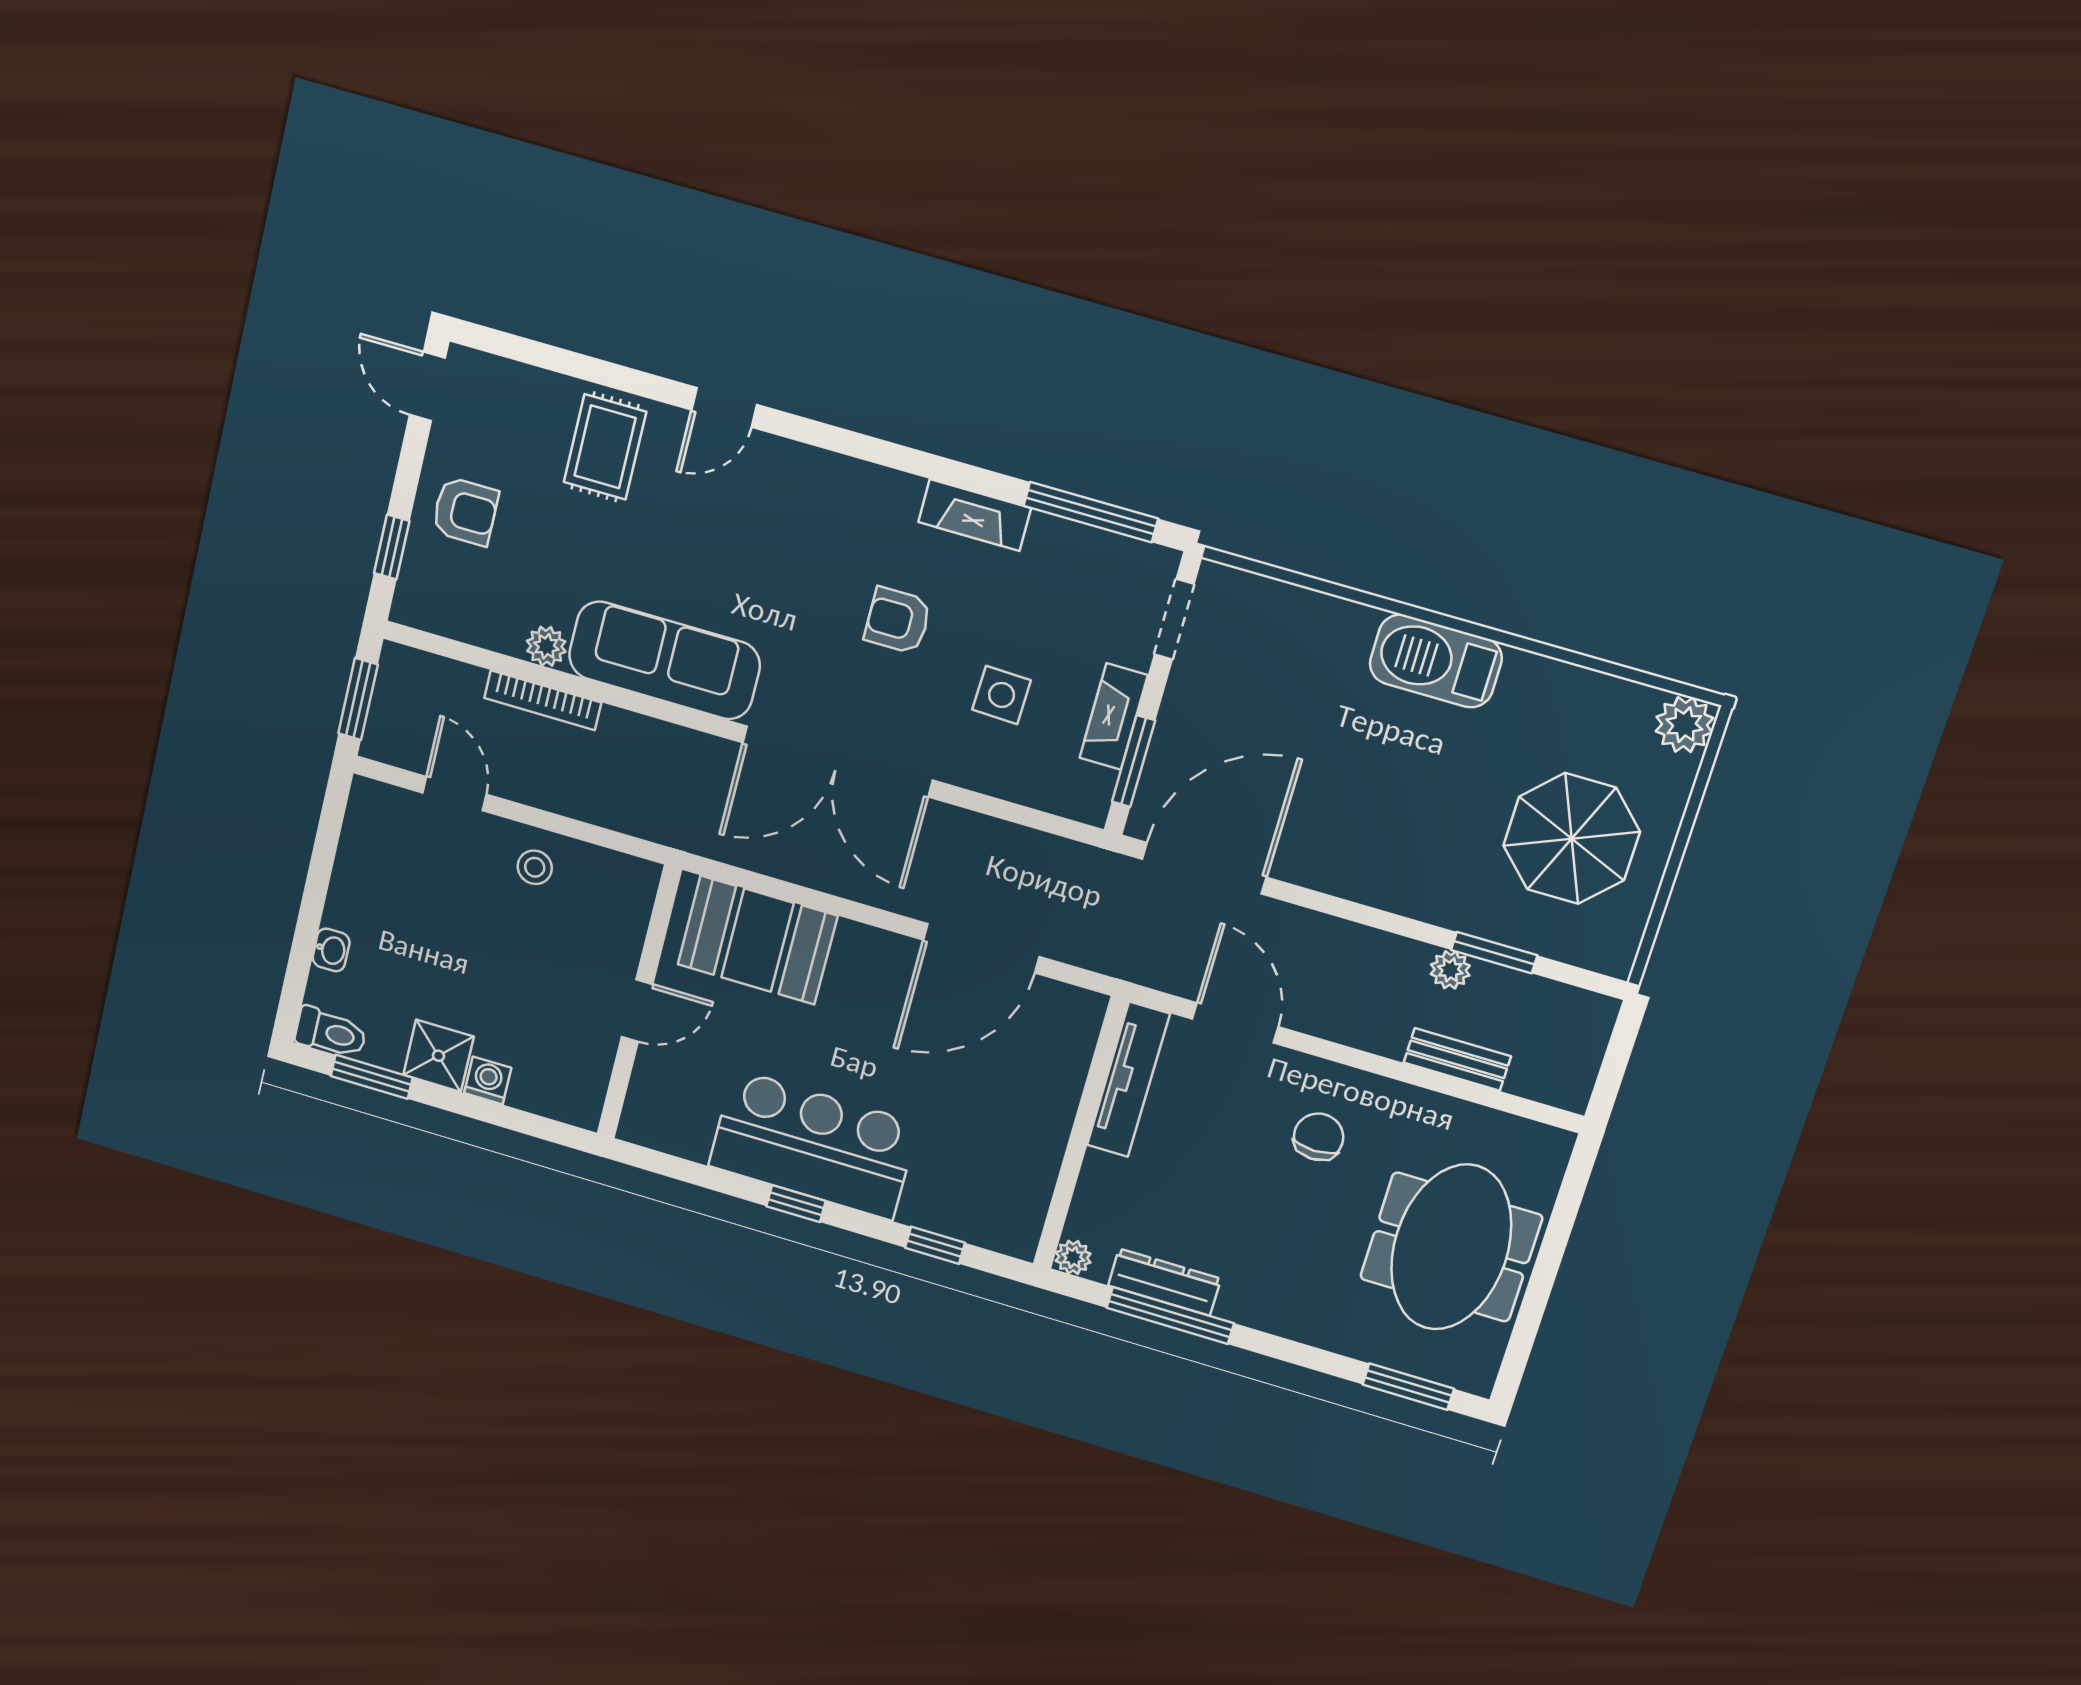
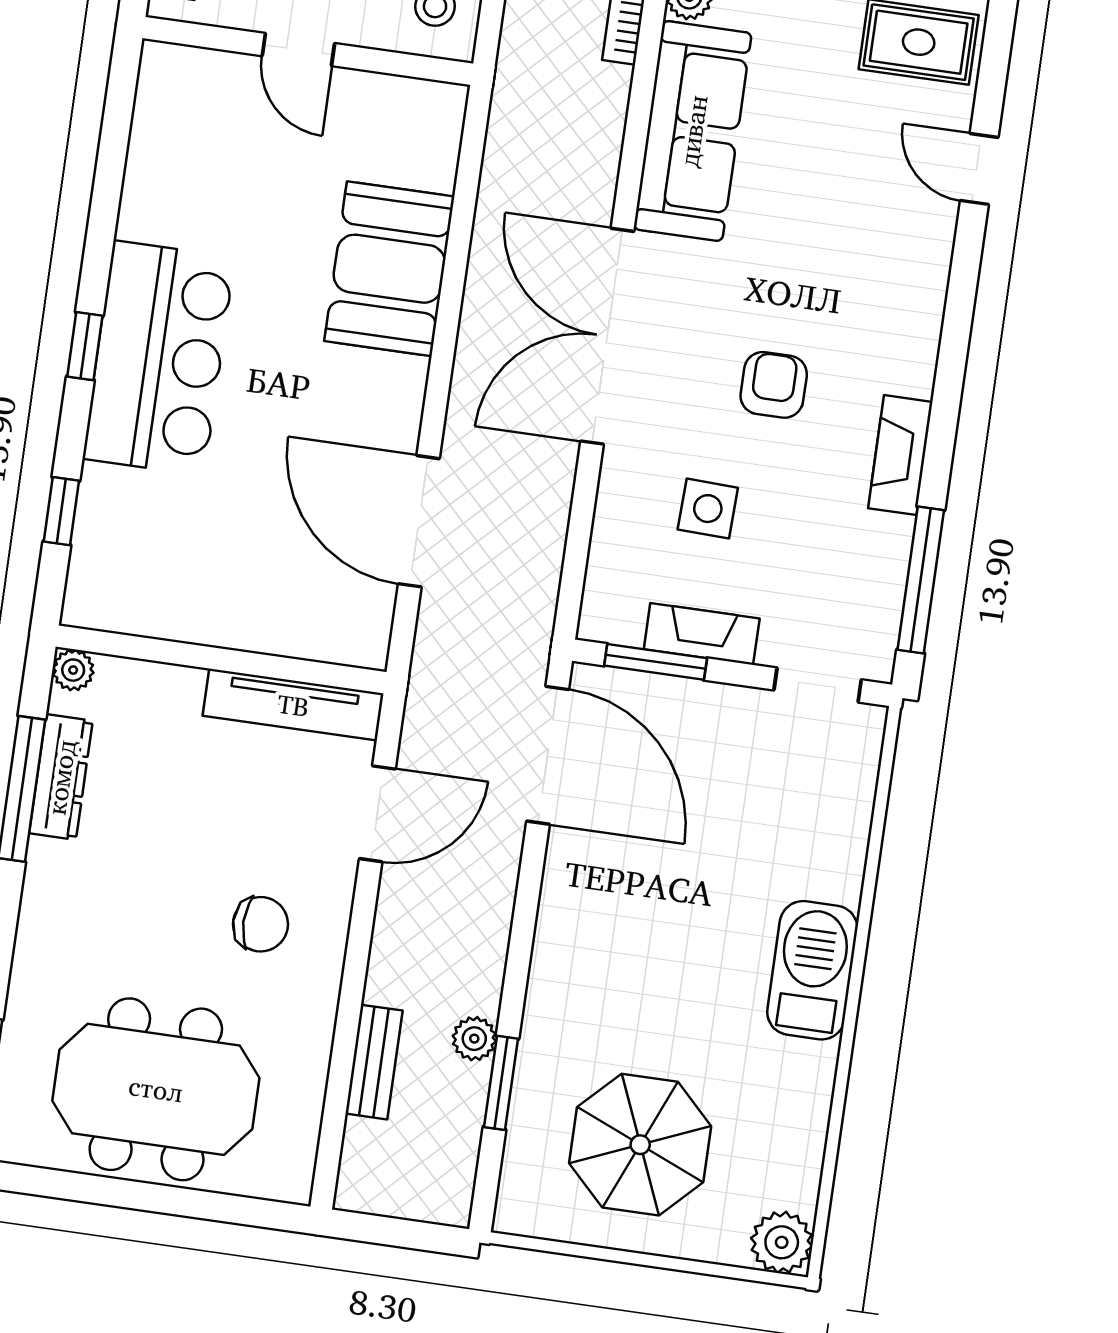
wall: (639, 1003) -> (308, 51), moved
door: (637, 1011) -> (298, 50), moved

